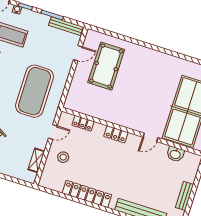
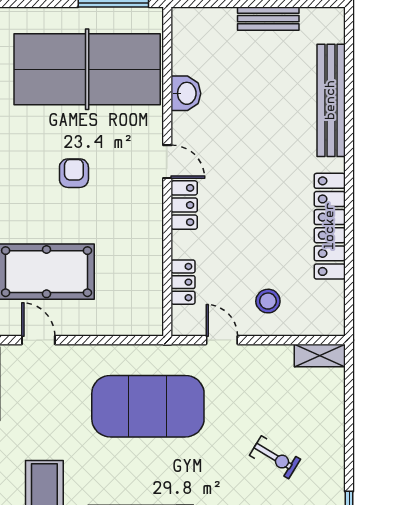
armchair: (145, 91) -> (74, 173), added
door: (151, 137) -> (167, 162), moved
washbasin: (175, 154) -> (186, 93), moved
shelving: (36, 160) -> (320, 356), moved

